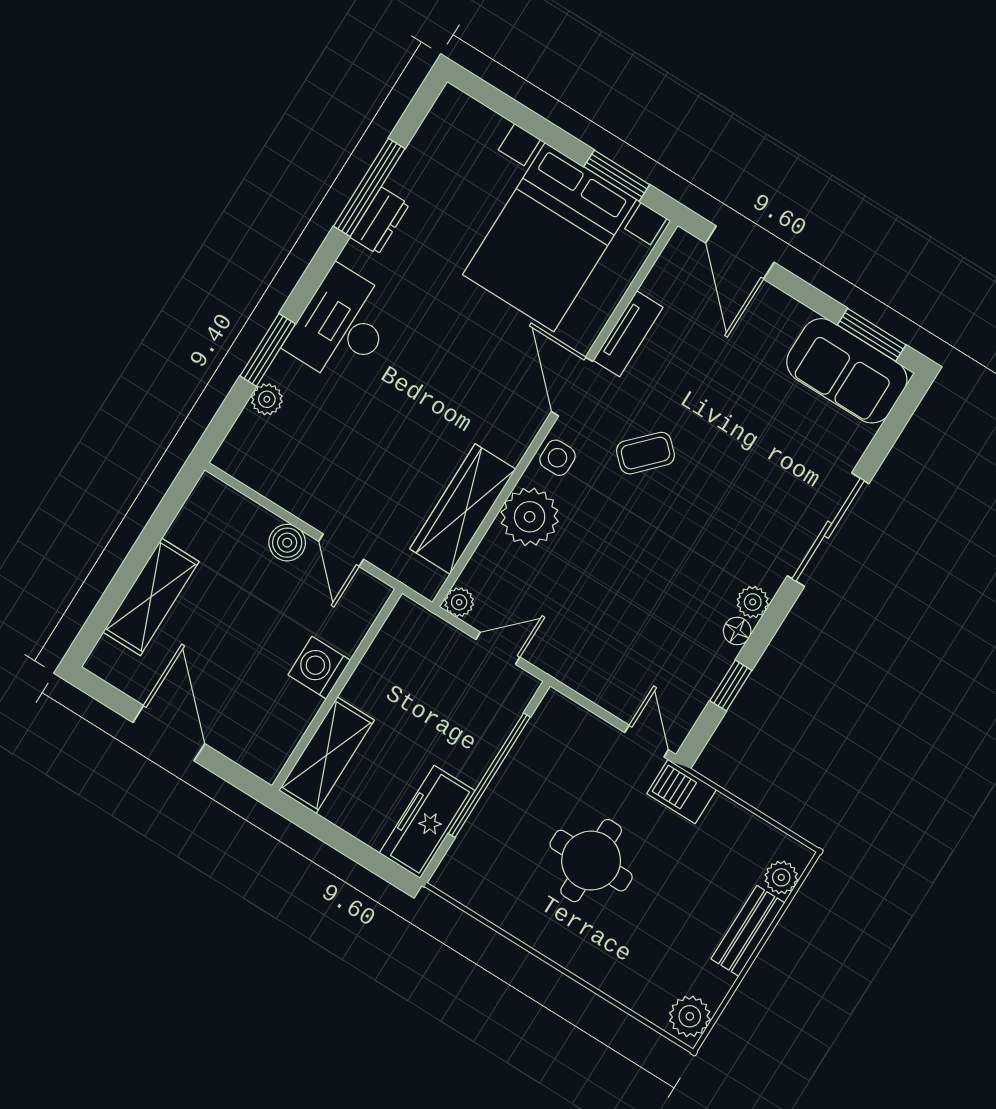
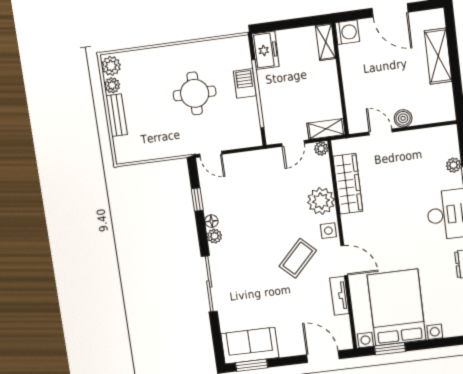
coffee table: (645, 453) -> (298, 258), width x1.36, depth x1.30
shelving: (425, 628) -> (326, 129), added
washing machine: (319, 668) -> (347, 32), moved
shelving: (326, 755) -> (326, 42), width x0.67, depth x0.75
barbecue: (682, 792) -> (245, 83), moved, turned -90
freezer: (427, 822) -> (265, 50), width x0.71
plant: (781, 877) -> (112, 85), moved

